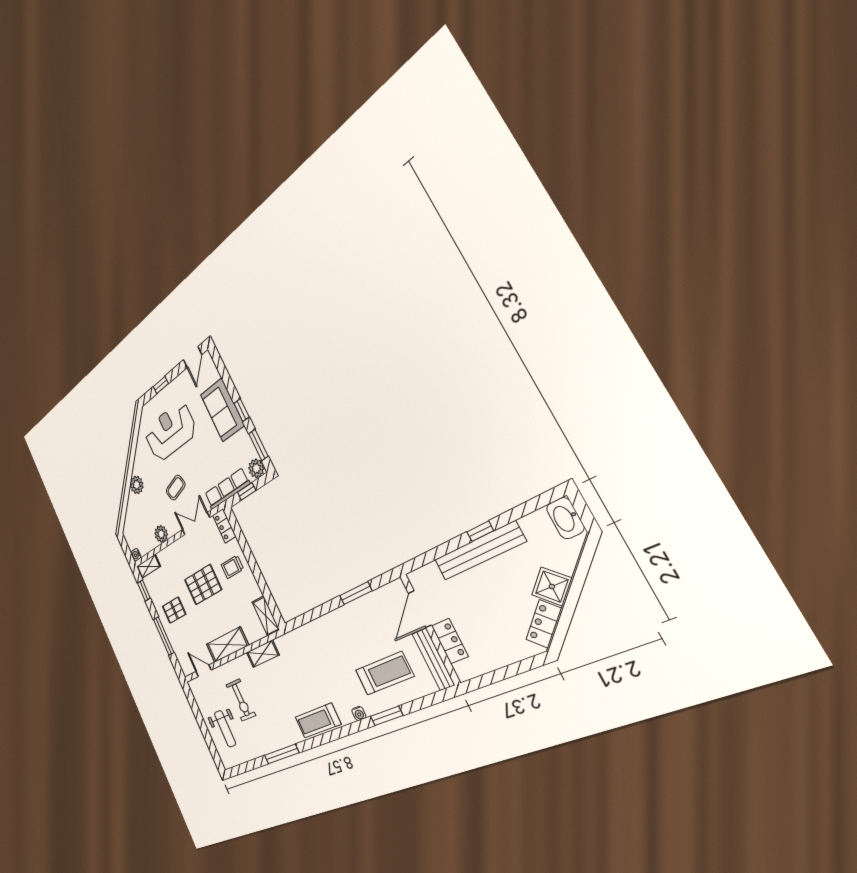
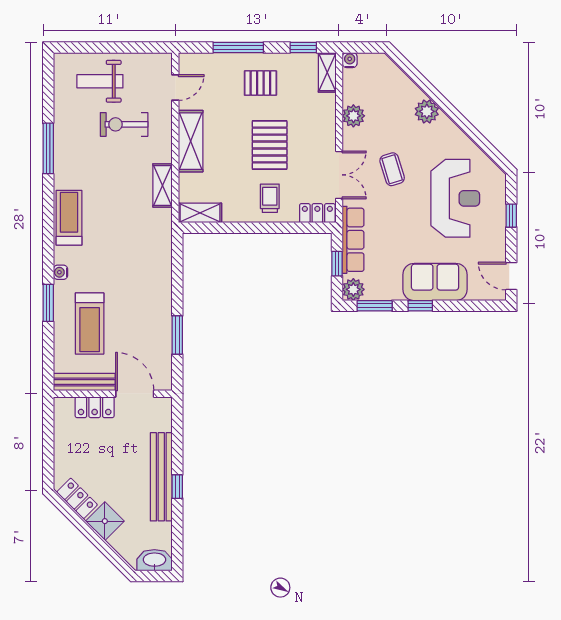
pallet: (174, 610) -> (260, 83), turned 90

